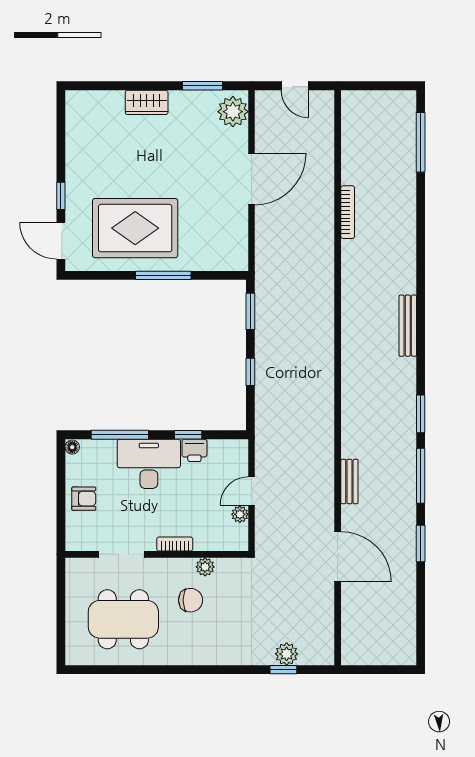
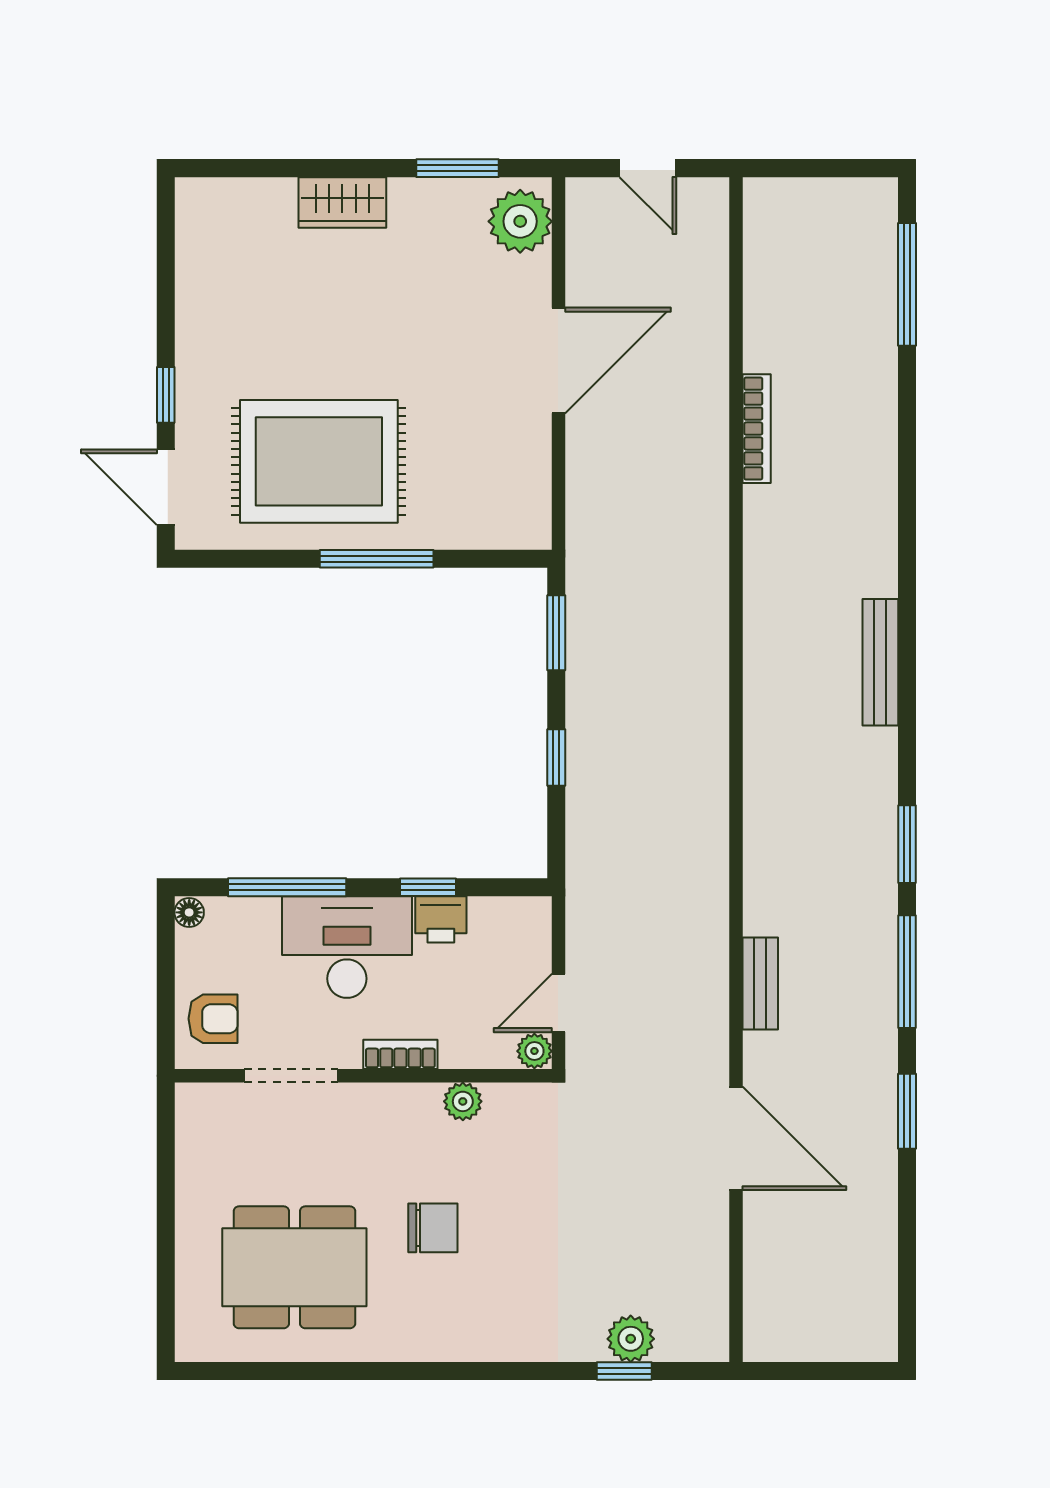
bookcase: (175, 544) -> (400, 1054), moved
doorway: (122, 554) -> (291, 1076), moved
wall: (157, 554) -> (363, 1076), moved
plant: (205, 567) -> (463, 1101), moved

